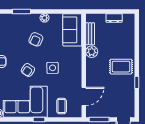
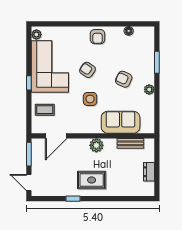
sofa: (72, 30) -> (121, 122), moved
plant: (92, 52) -> (96, 145), moved
rug: (121, 67) -> (92, 180), turned 90
door: (84, 96) -> (56, 136), hinge flipped

